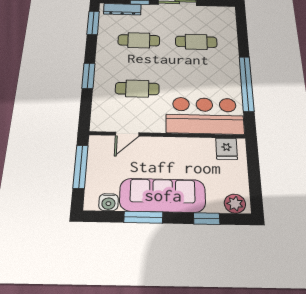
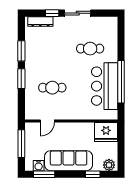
window: (93, 23) -> (21, 51), moved
cafe table: (139, 40) -> (52, 49), removed
bar counter: (205, 116) -> (105, 86), moved, turned -90
fridge: (227, 149) -> (106, 132), width x1.88, depth x1.34
window: (143, 217) -> (44, 174), moved

